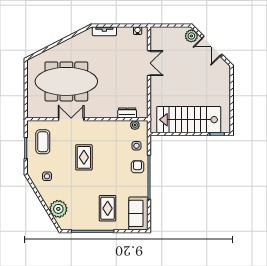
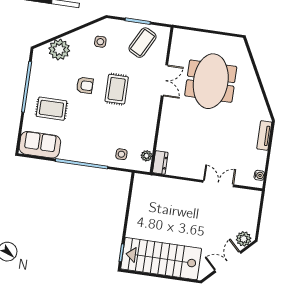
double door: (149, 63) -> (218, 184), swing flipped
meeting table: (66, 81) -> (211, 81), width x0.73
dresser: (127, 113) -> (160, 162), moved
stairs: (189, 120) -> (161, 259), moved, turned -90
coffee table: (43, 142) -> (142, 43), turned -62
rug: (84, 157) -> (117, 89), turned 90
armchair: (138, 167) -> (85, 85), moved

